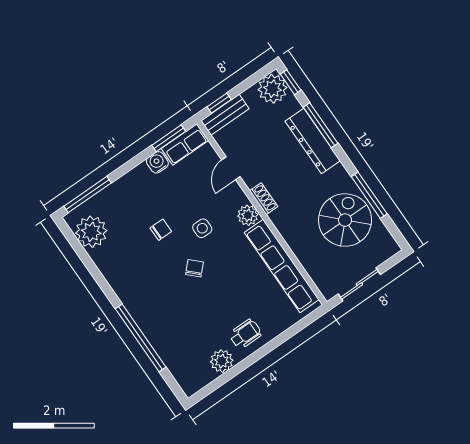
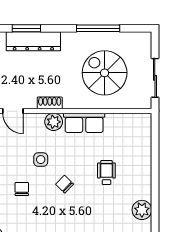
window: (321, 125) -> (26, 28), width x0.69
spiral stairs: (345, 220) -> (105, 73), moved
row of seats: (282, 266) -> (84, 123), width x0.50
wheelchair: (245, 334) -> (106, 172), moved

